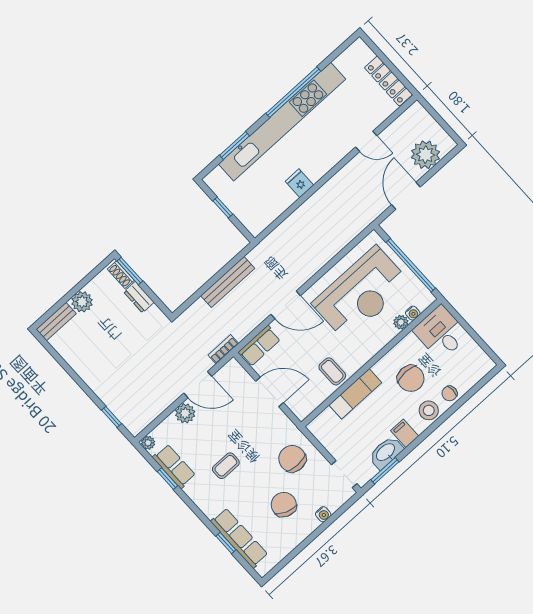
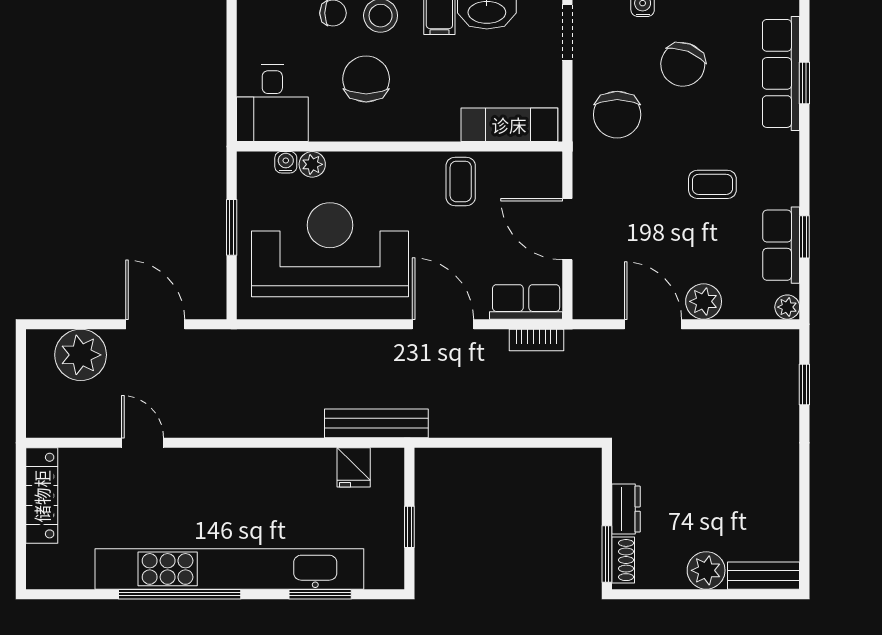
fridge: (299, 183) -> (354, 467), moved
door: (406, 196) -> (155, 324), swing flipped
window: (411, 265) -> (232, 227), width x0.47
bench: (228, 282) -> (376, 423), moved
bookcase: (223, 349) -> (536, 340), moved
exam couch: (355, 394) -> (509, 125), moved

